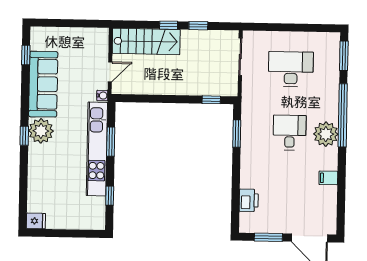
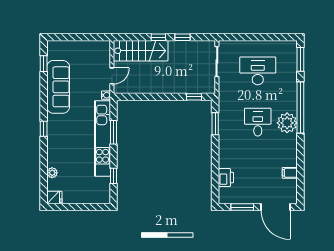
plant: (41, 131) -> (52, 173), moved, width x0.53, depth x0.53
filing cabinet: (328, 178) -> (290, 173), moved

